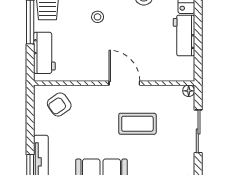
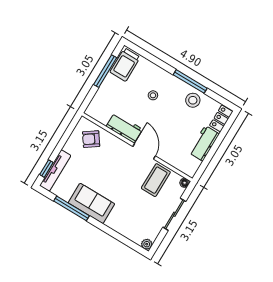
workbench: (44, 53) -> (124, 128), moved, turned -90
coffee table: (137, 124) -> (156, 180), moved, turned 90

